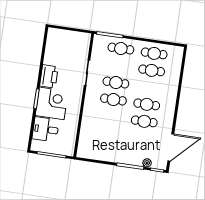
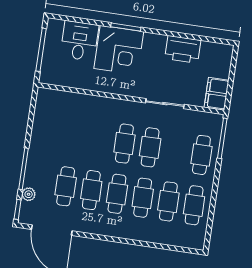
filing cabinet: (80, 39) -> (217, 94), added
printer: (49, 76) -> (183, 49), moved
cafe table: (149, 87) -> (143, 198), added
cafe table: (142, 138) -> (66, 186), added

